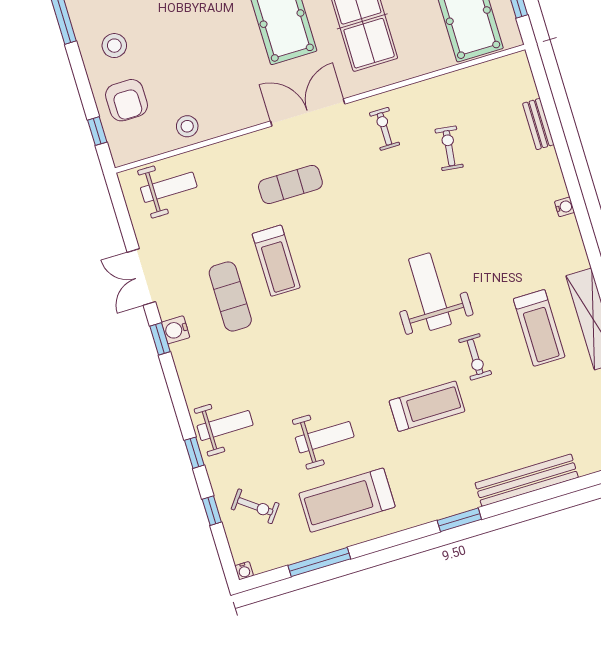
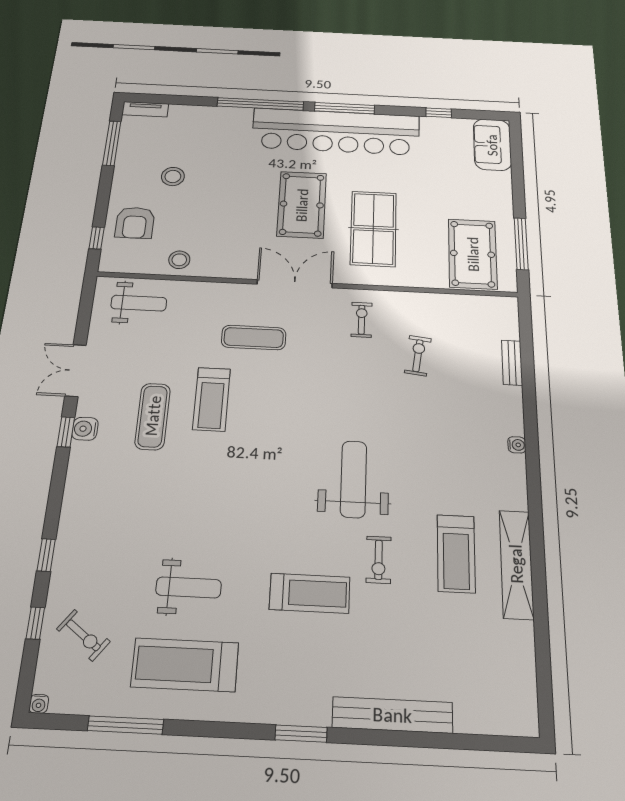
stool: (114, 46) -> (173, 176), moved
weight bench: (225, 425) -> (91, 538), removed

